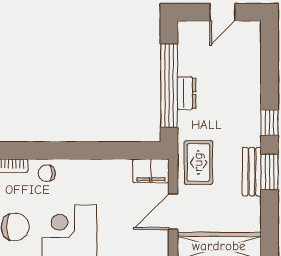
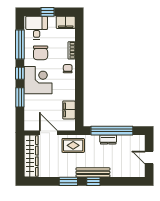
filing cabinet: (151, 171) -> (69, 110), moved
bench: (252, 172) -> (93, 172), moved, width x1.36

